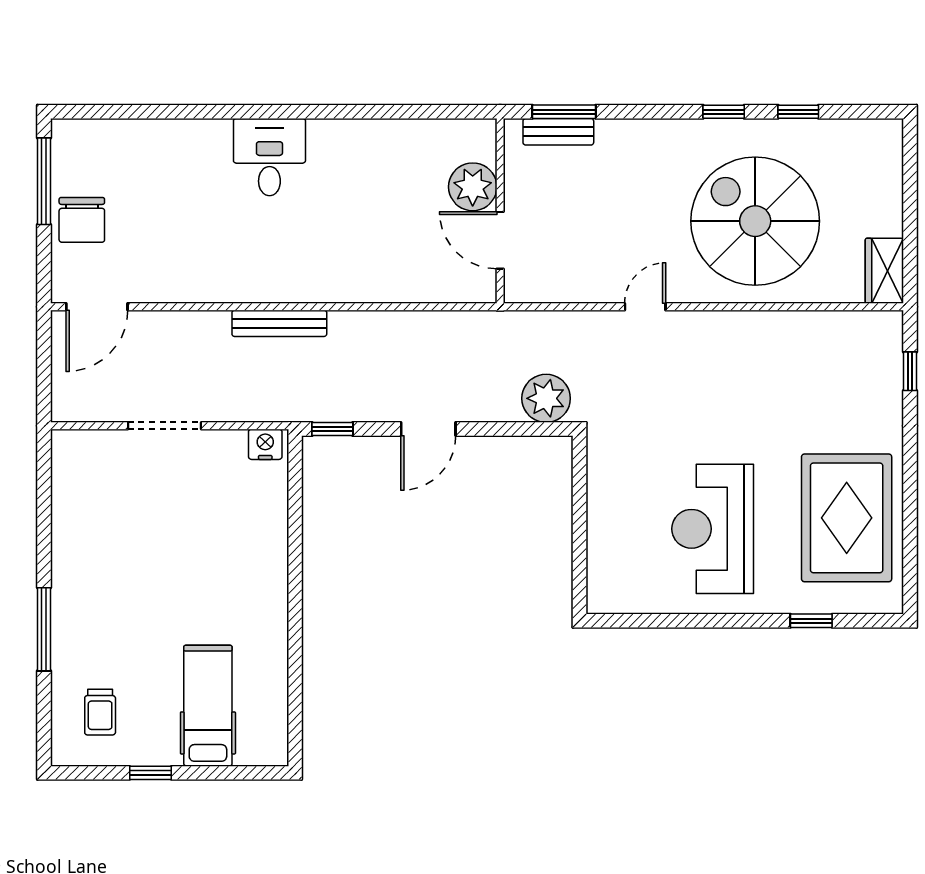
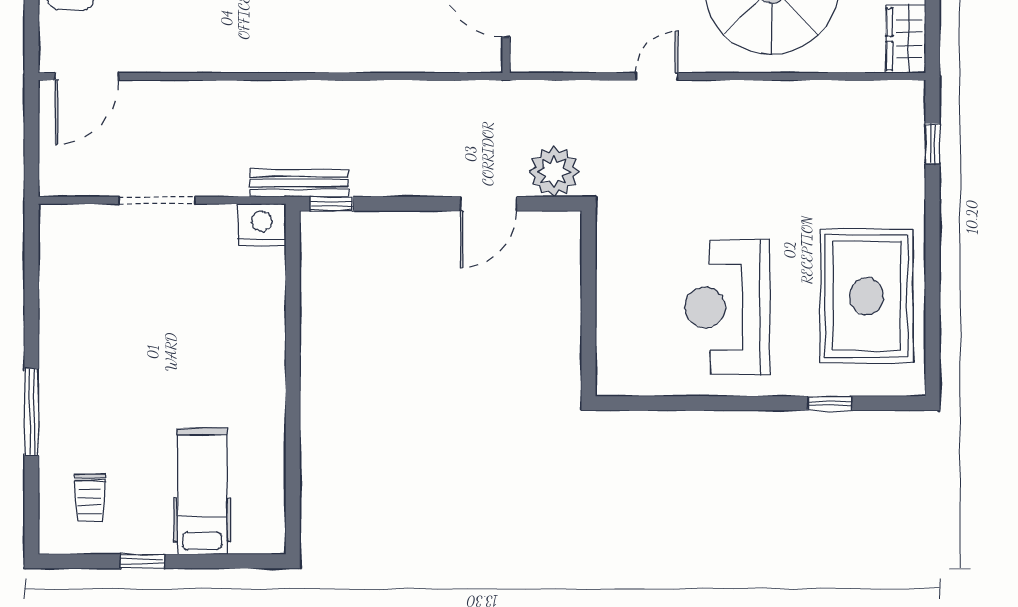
bench: (279, 323) -> (299, 183), moved
door: (428, 429) -> (489, 204), moved
nightstand: (265, 444) -> (262, 225), width x1.36, depth x1.33

